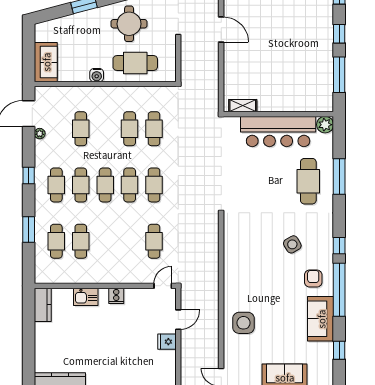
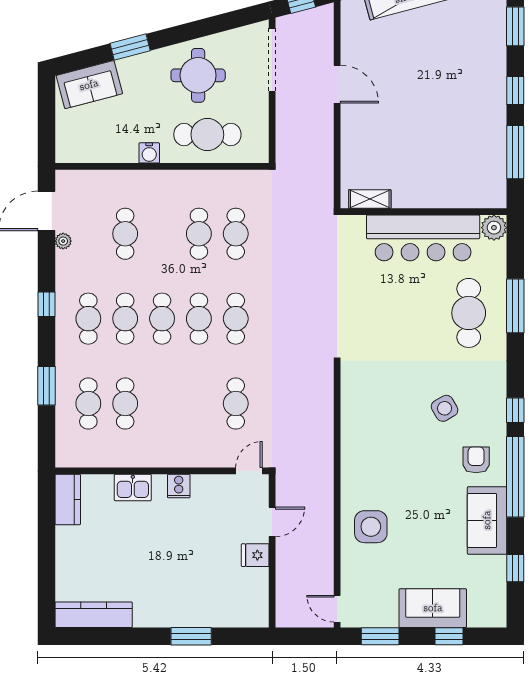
sofa: (46, 62) -> (89, 85), moved, turned 75

